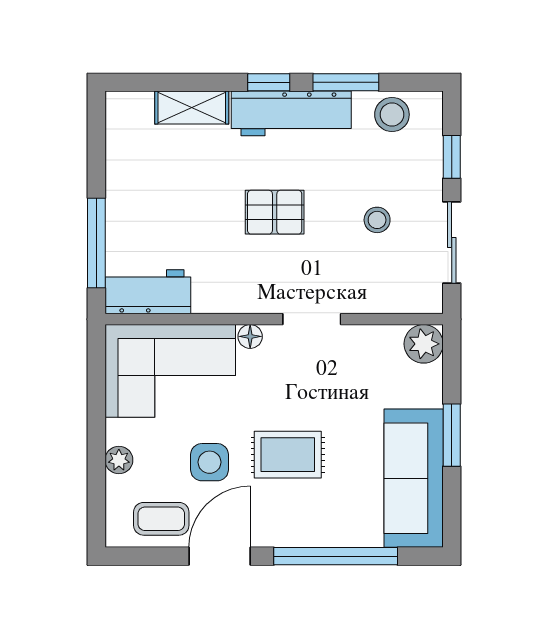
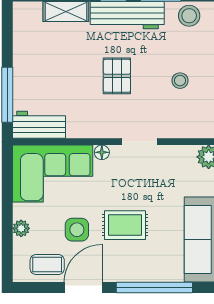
pallet: (275, 212) -> (117, 76), turned 90

